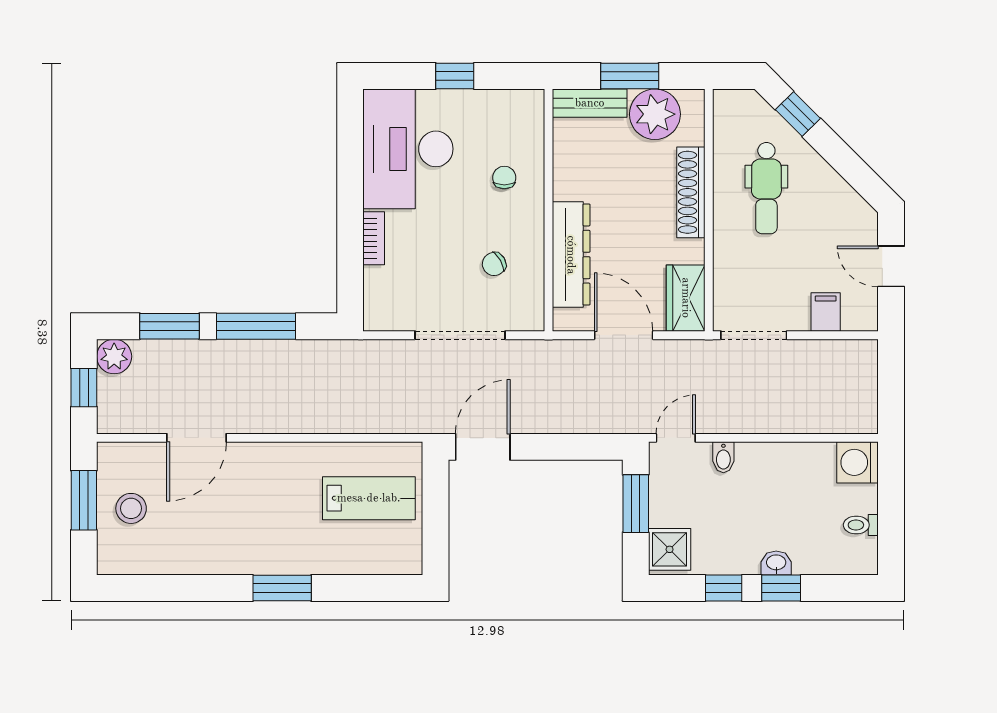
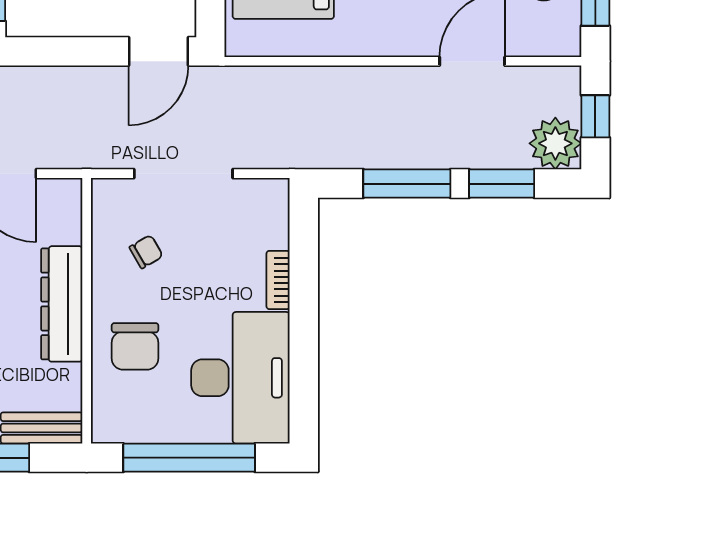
window: (455, 76) -> (189, 458), width x3.17
chair: (504, 178) -> (135, 346), width x1.87, depth x1.87
dresser: (571, 255) -> (62, 304), moved
plant: (114, 356) -> (555, 143), width x1.36, depth x1.36

